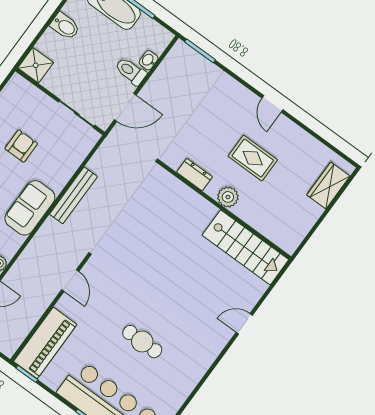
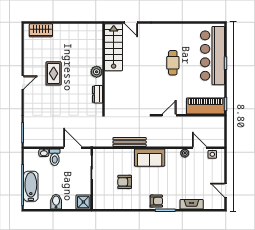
dresser: (194, 175) -> (97, 94), moved
plant: (228, 197) -> (97, 72), moved
wall: (225, 210) -> (104, 69), moved
stairs: (245, 247) -> (114, 47), moved

